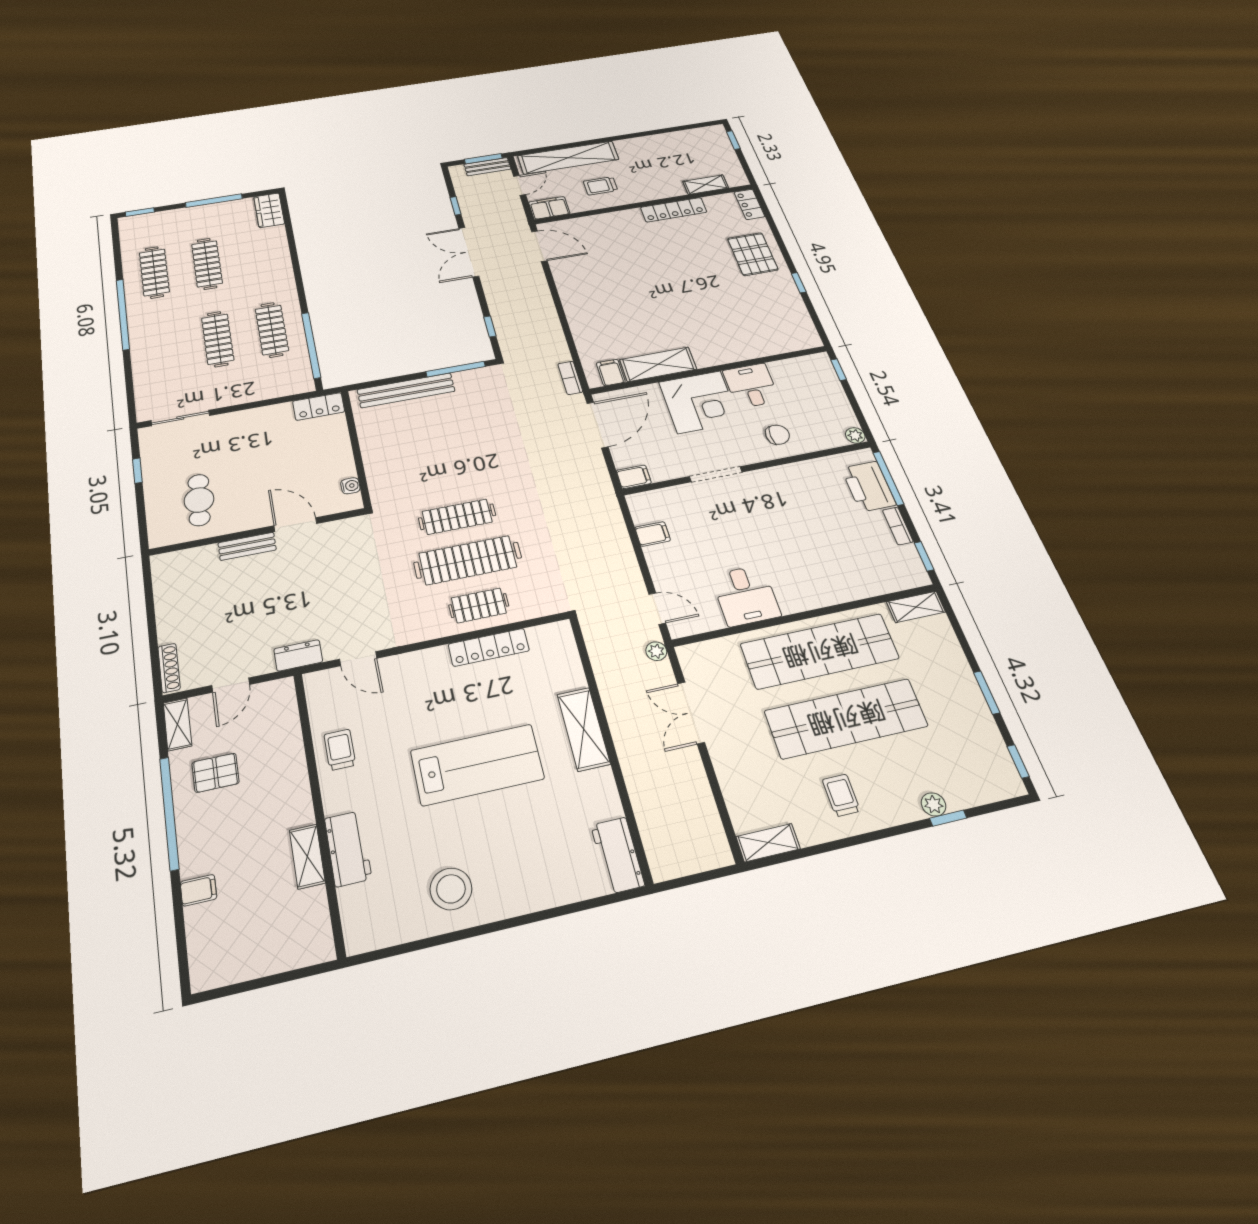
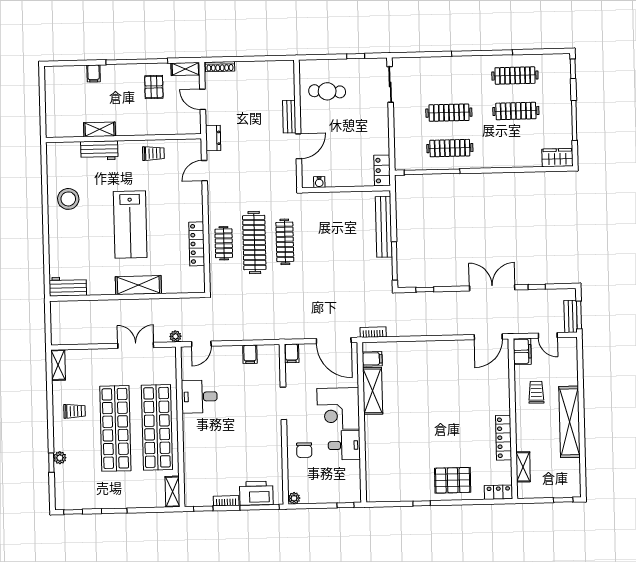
shelving: (568, 158) -> (570, 422), moved

